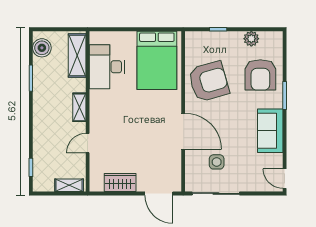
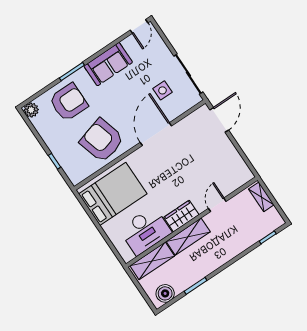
plant: (251, 39) -> (31, 110), moved
shelving: (79, 107) -> (188, 237), width x1.50, depth x1.33
door: (88, 143) -> (217, 205), swing flipped
wardrobe: (120, 182) -> (181, 216), moved, turned 90

